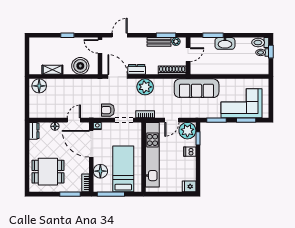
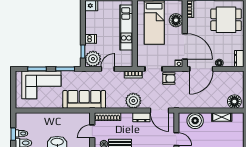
door: (74, 120) -> (201, 69), width x1.87
kitchen unit: (152, 155) -> (126, 28), width x0.73

